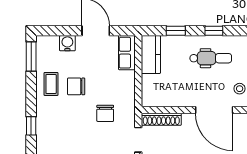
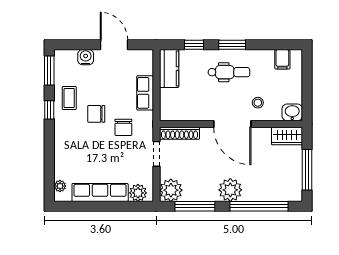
window: (214, 31) -> (232, 45), width x1.50
row of seats: (127, 53) -> (145, 93), moved
chair: (76, 86) -> (96, 114), moved
window: (31, 126) -> (49, 110), moved

